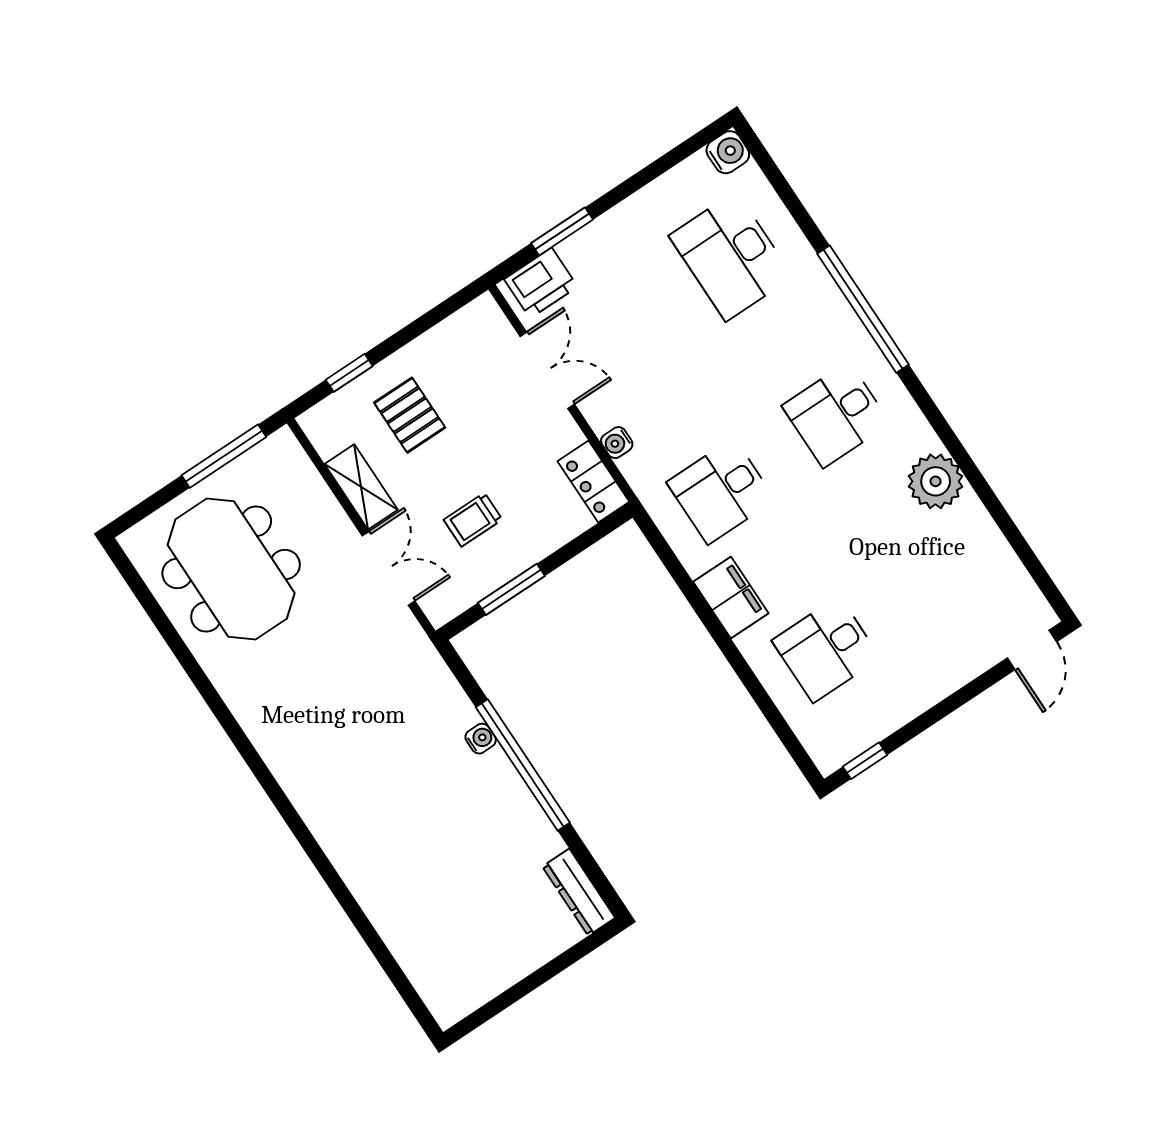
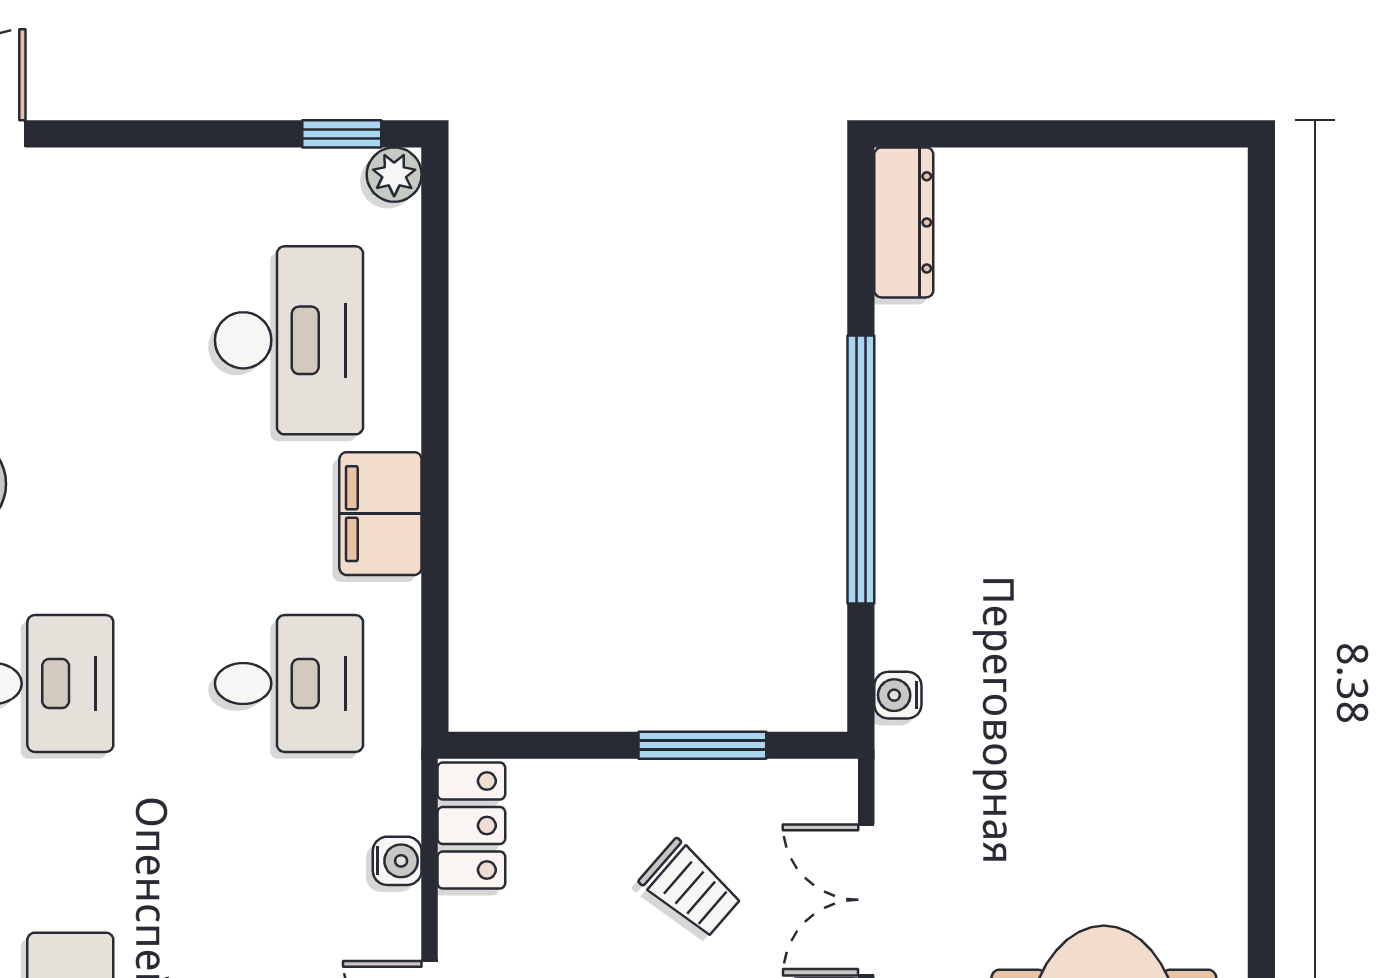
trolley: (473, 520) -> (691, 889), turned 41
desk: (826, 649) -> (289, 340), width x1.37
water cooler: (481, 739) -> (898, 695), moved
plant: (828, 758) -> (394, 175), added

